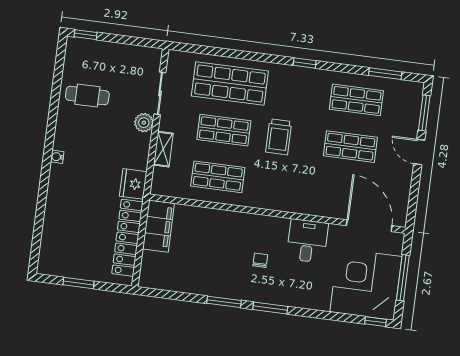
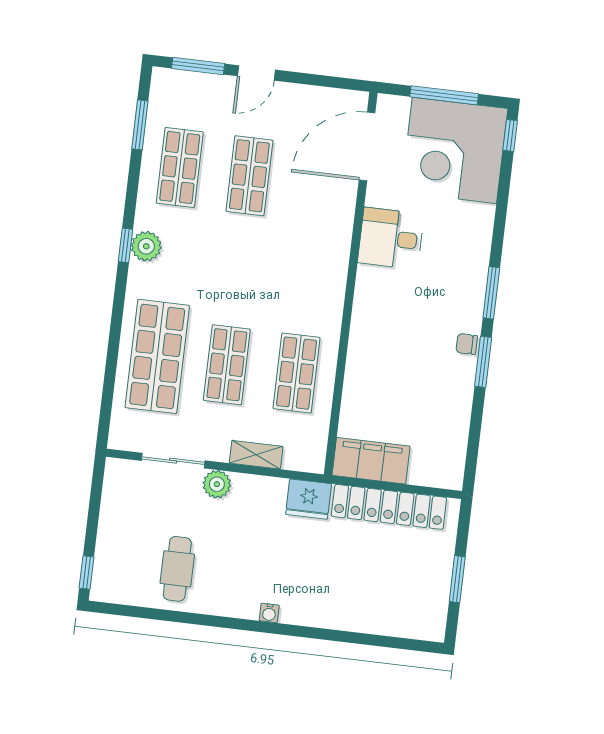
plant: (304, 77) -> (146, 246), added
trolley: (279, 137) -> (236, 283), removed
chair: (260, 260) -> (467, 344), moved

